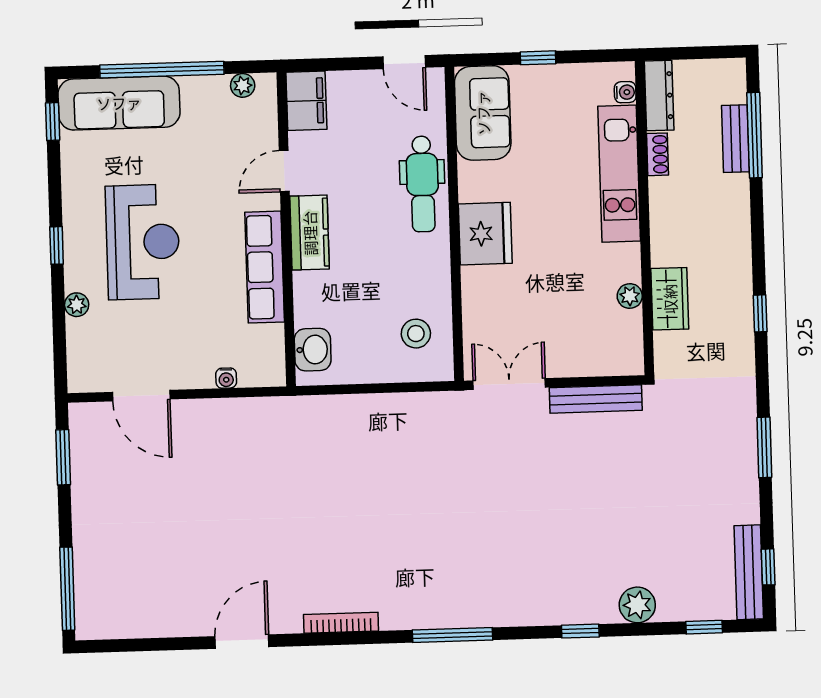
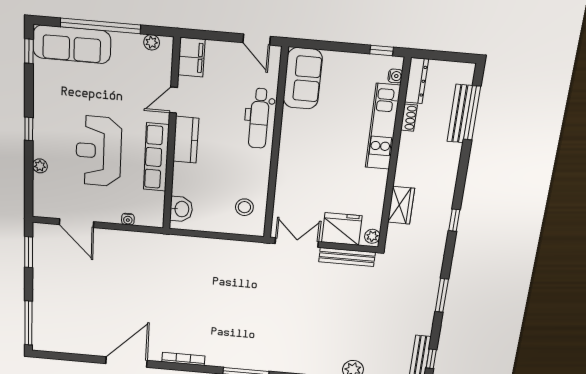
window: (538, 58) -> (382, 50), moved
bench: (735, 139) -> (460, 114), width x1.36
fridge: (485, 234) -> (342, 229), moved, turned -90
reception desk: (143, 242) -> (99, 151), moved, turned 180
plant: (630, 296) -> (372, 236), moved
door: (242, 642) -> (126, 362), width x1.36

